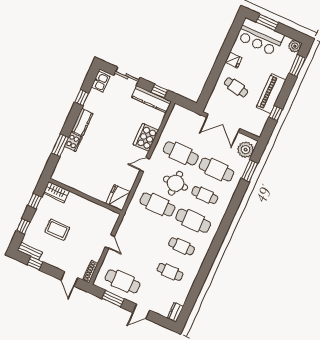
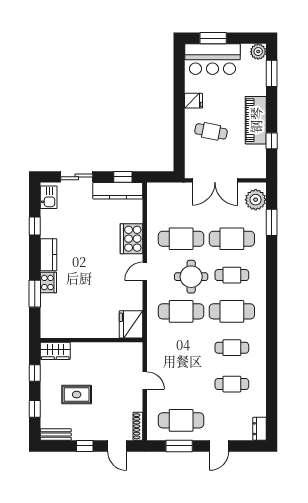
window: (35, 263) -> (85, 446), moved

